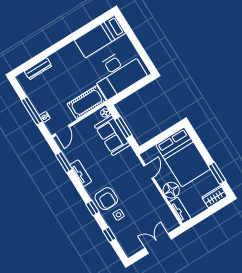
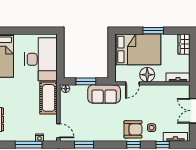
sofa: (112, 135) -> (104, 94), moved
door: (149, 172) -> (132, 83), swing flipped
tv unit: (81, 173) -> (175, 137), moved
window: (217, 173) -> (153, 31), moved
floor lamp: (171, 190) -> (147, 75), moved

